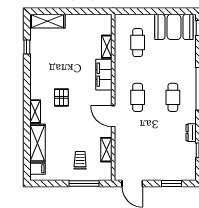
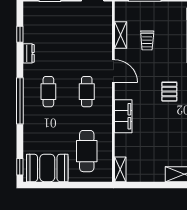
cafe table: (138, 43) -> (87, 151), width x1.37, depth x1.35
shelving: (107, 47) -> (120, 169), moved
trolley: (80, 160) -> (147, 40), moved

